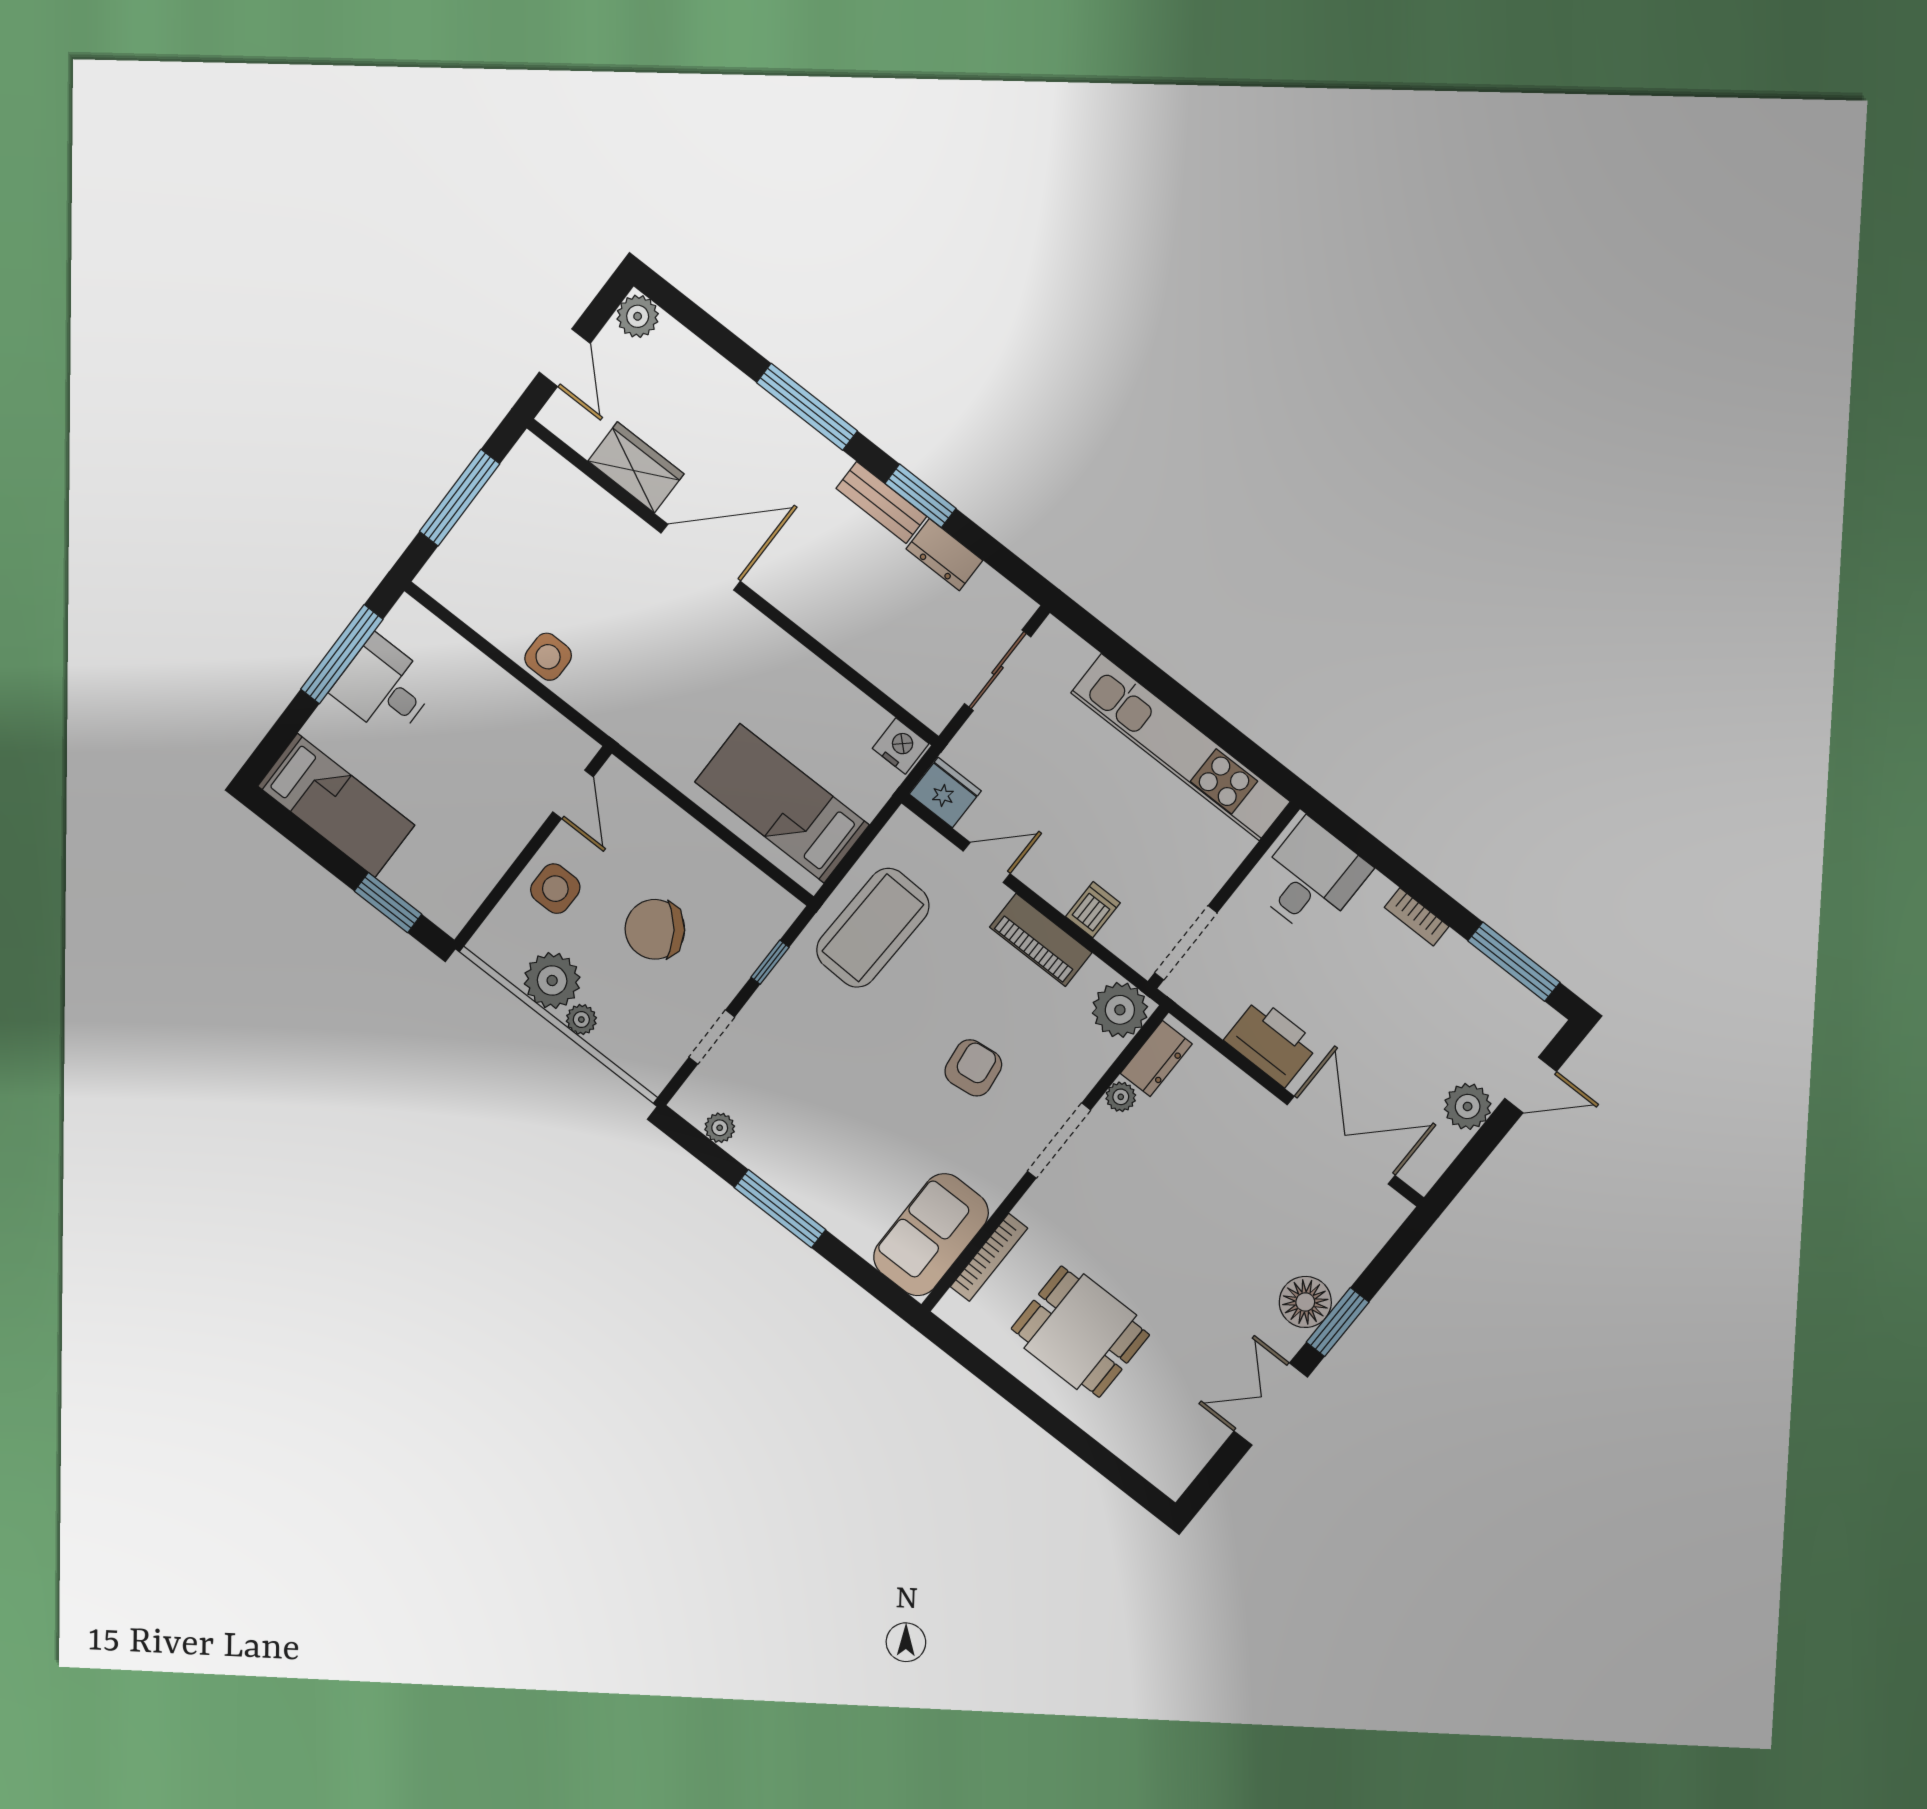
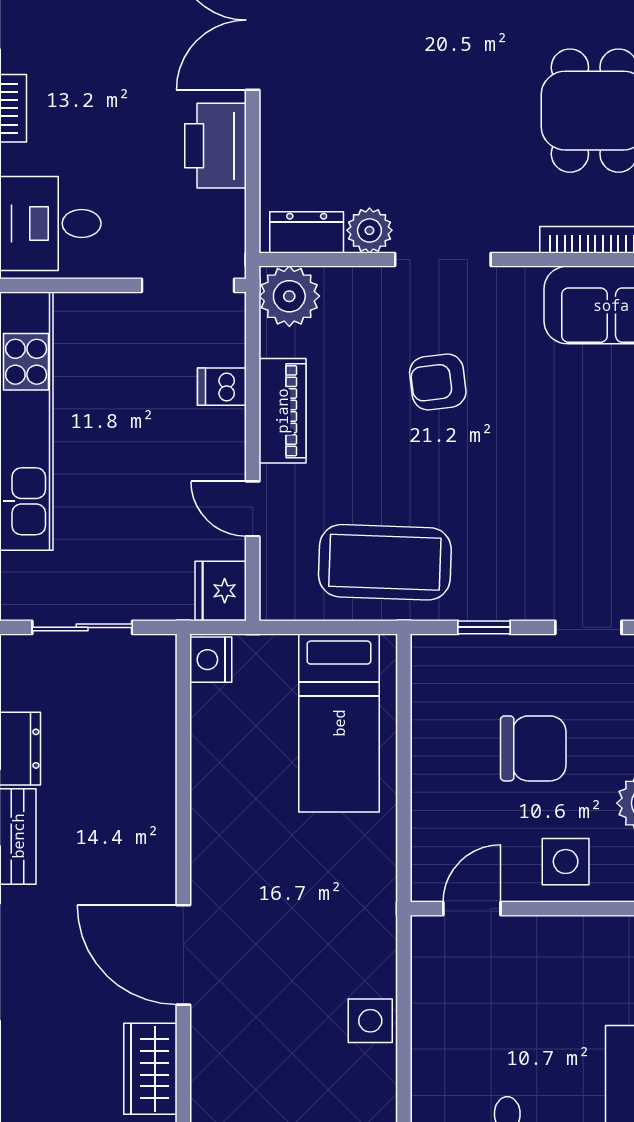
chair: (655, 929) -> (533, 748), turned -54
plant: (1121, 1097) -> (369, 230), width x1.38, depth x1.38

